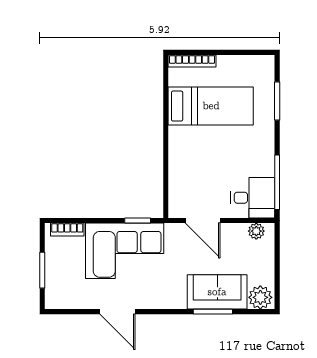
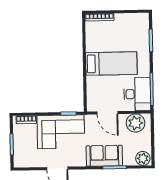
bed: (211, 106) -> (111, 64), moved
desk: (253, 198) -> (137, 94), width x1.37
plant: (256, 231) -> (136, 123), width x1.87, depth x1.87
sofa: (217, 292) -> (104, 156), moved

